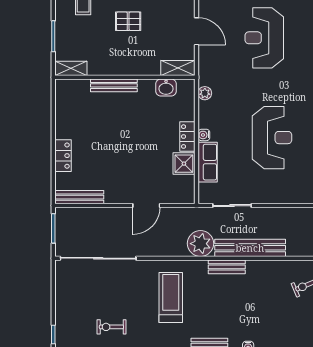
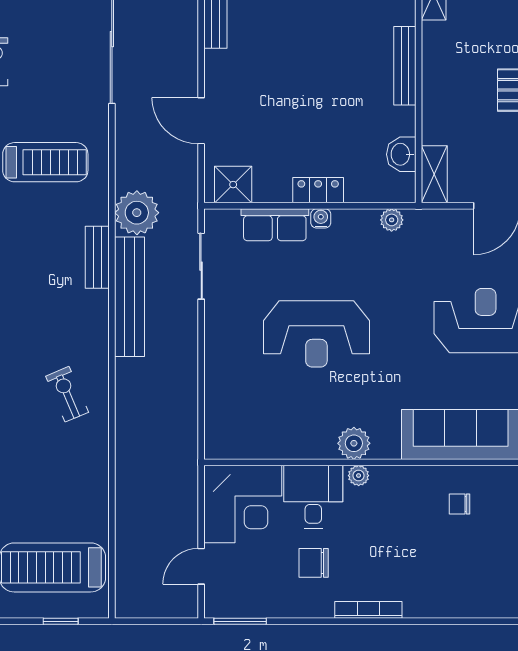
shower: (184, 164) -> (233, 185), moved

